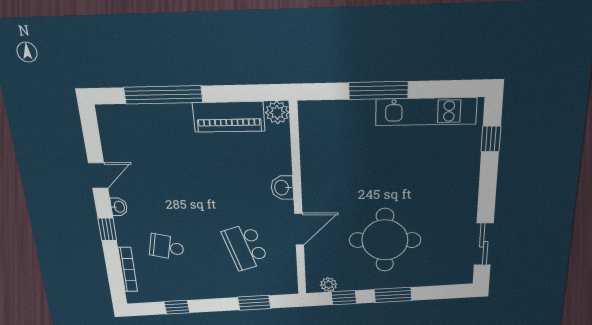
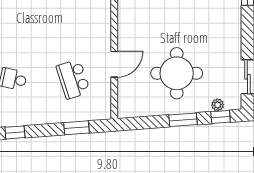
washbasin: (282, 188) -> (103, 31), removed
plant: (329, 285) -> (218, 105), moved
window: (344, 298) -> (221, 117), moved

